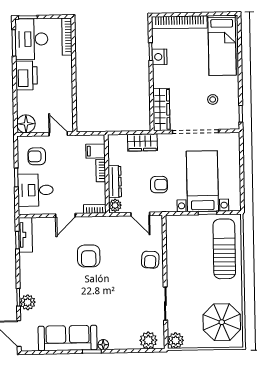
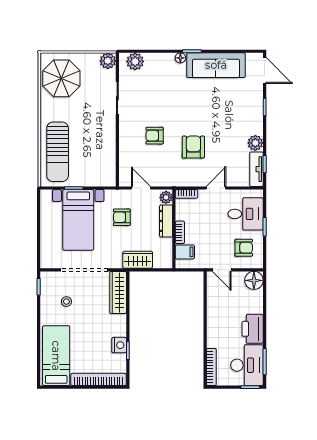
armchair: (150, 260) -> (155, 136), moved, turned -94
plant: (28, 302) -> (255, 143), moved

